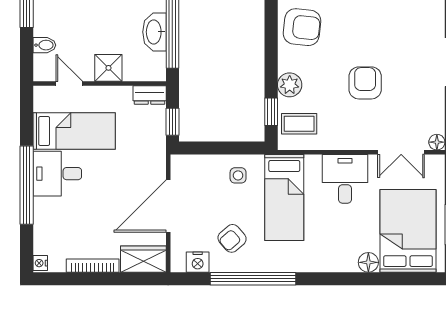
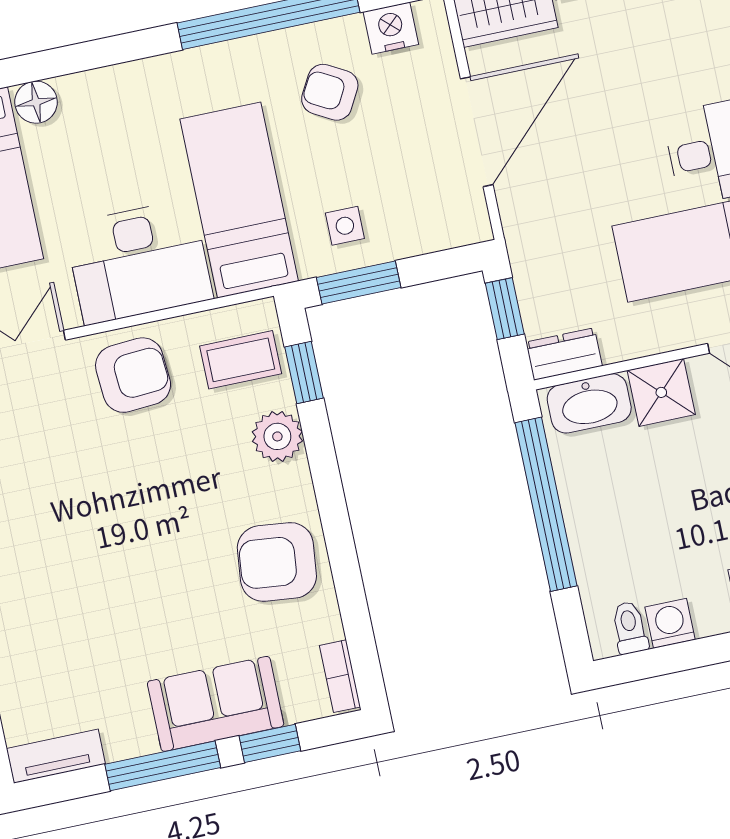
washbasin: (154, 32) -> (589, 403), moved, turned 90
armchair: (365, 83) -> (133, 375), moved, turned -94
window: (237, 148) -> (359, 282), added
desk: (345, 179) -> (139, 262), width x1.37
armchair: (232, 238) -> (330, 92), turned -110

